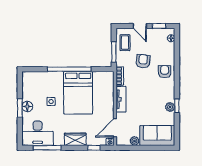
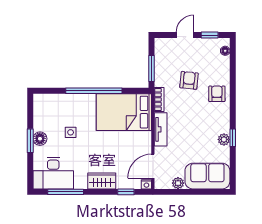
door: (140, 26) -> (185, 35), swing flipped
coffee table: (125, 43) -> (166, 56), removed
bed: (78, 93) -> (124, 112), moved, turned 90

